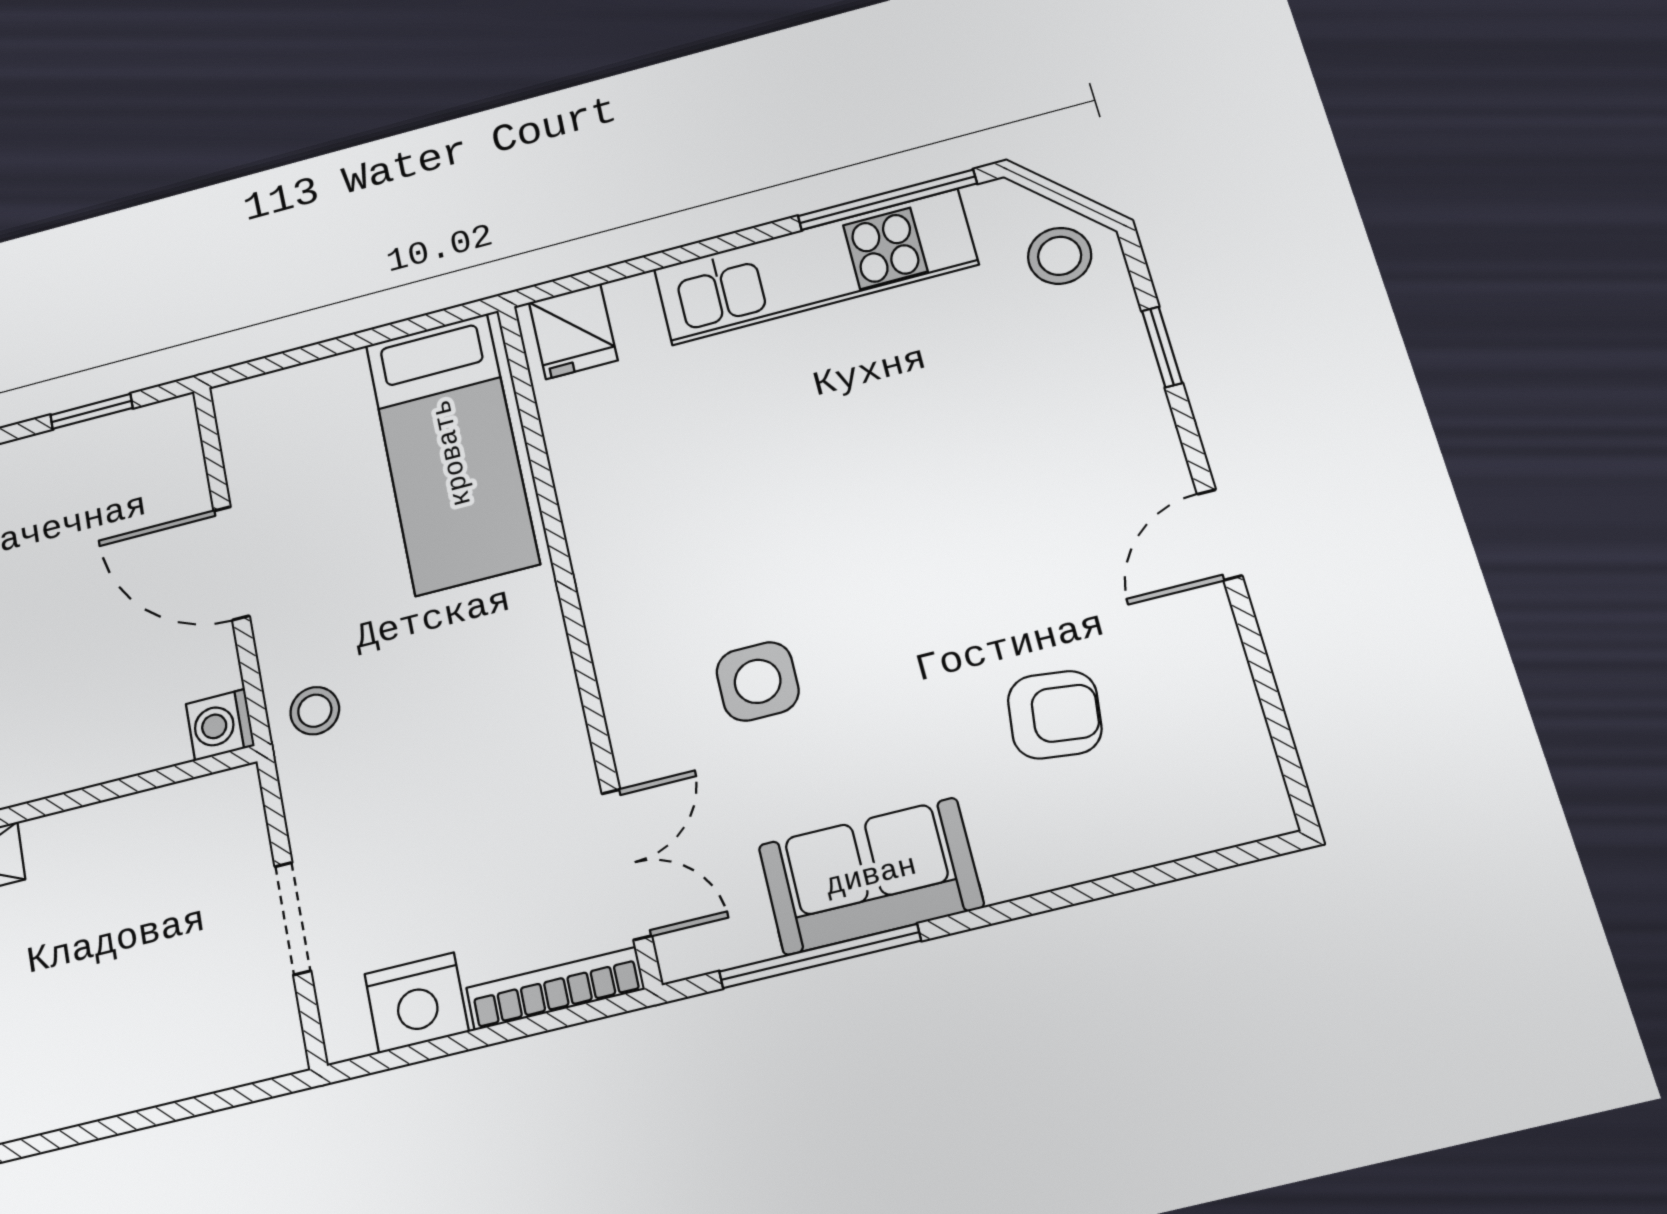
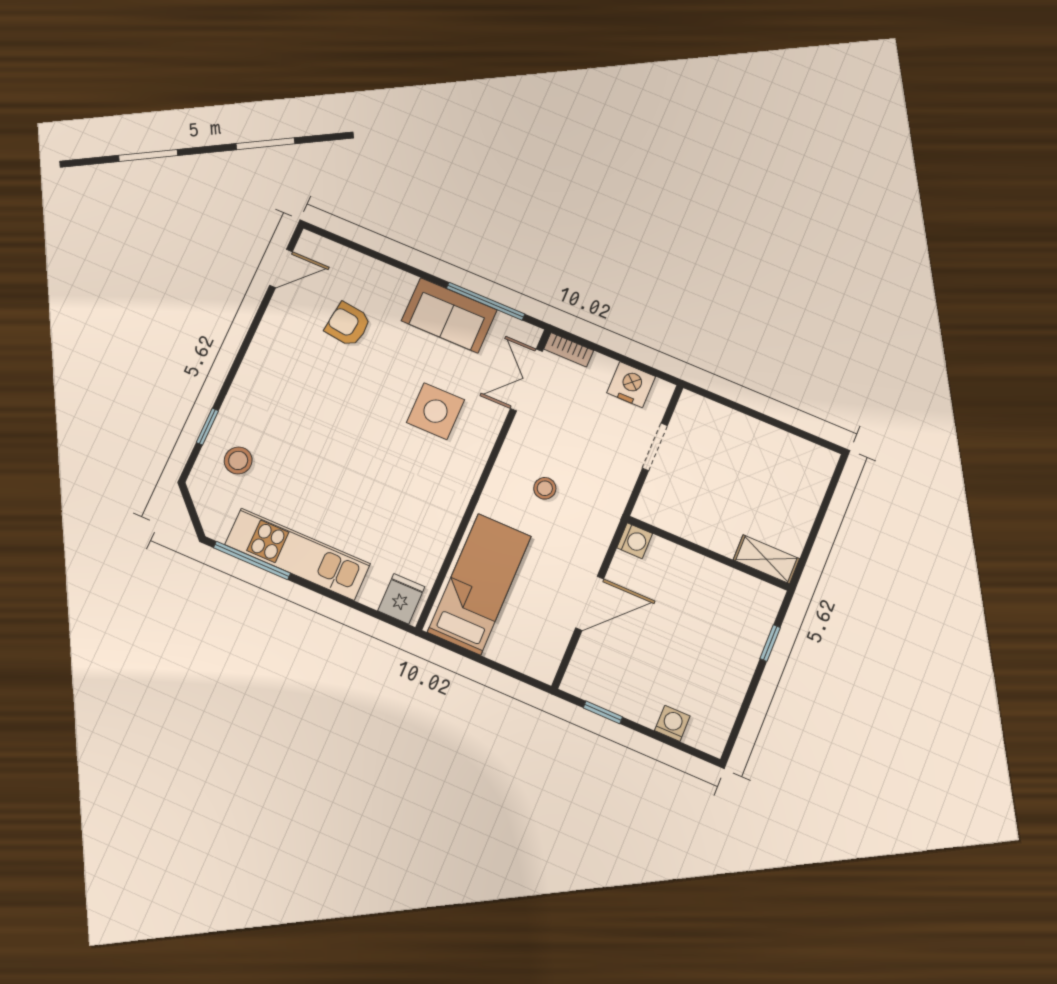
stool: (1060, 256) -> (238, 460), moved
door: (1220, 535) -> (281, 268), moved
door: (231, 563) -> (590, 603), hinge flipped
side table: (758, 681) -> (435, 411), width x1.37, depth x1.37
stool: (315, 711) -> (545, 488), moved
bookcase: (555, 989) -> (569, 350), width x0.64

